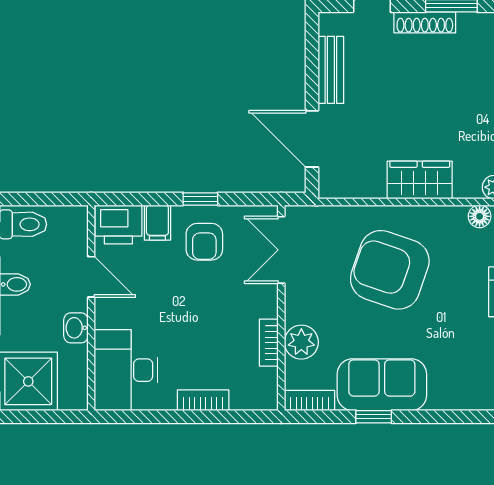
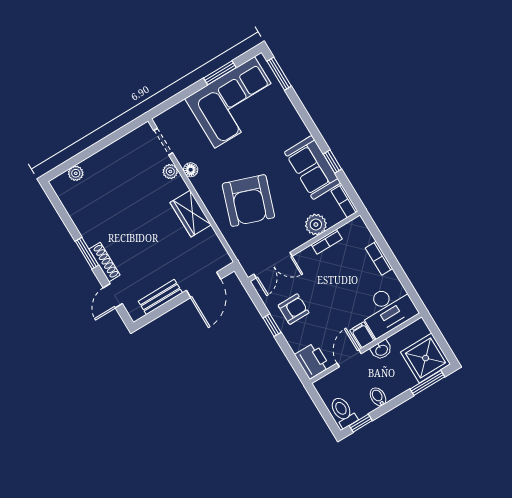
filing cabinet: (157, 223) -> (362, 335), moved, turned -90

